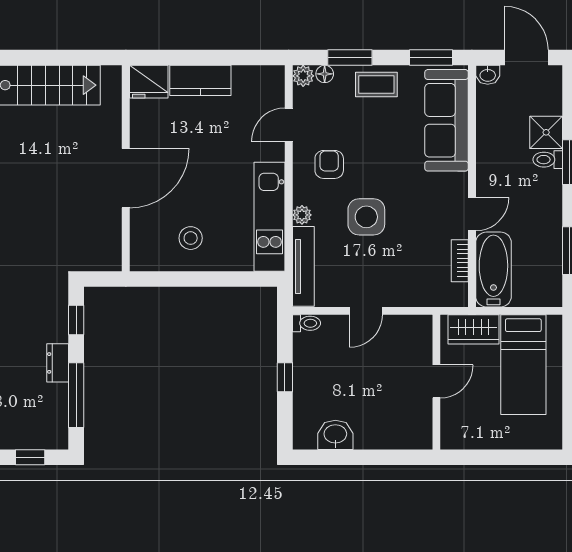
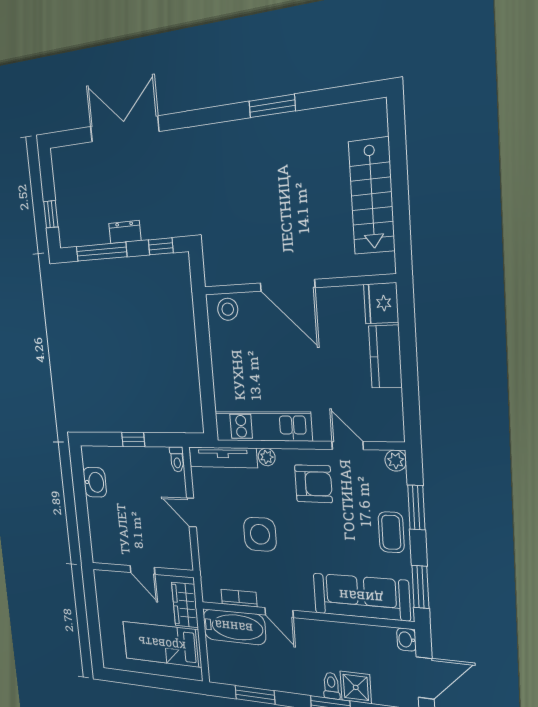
floor lamp: (325, 74) -> (399, 482), removed
armchair: (329, 164) -> (313, 484), width x1.38, depth x1.38
side table: (366, 217) -> (260, 534), moved
stool: (191, 238) -> (228, 309), moved

